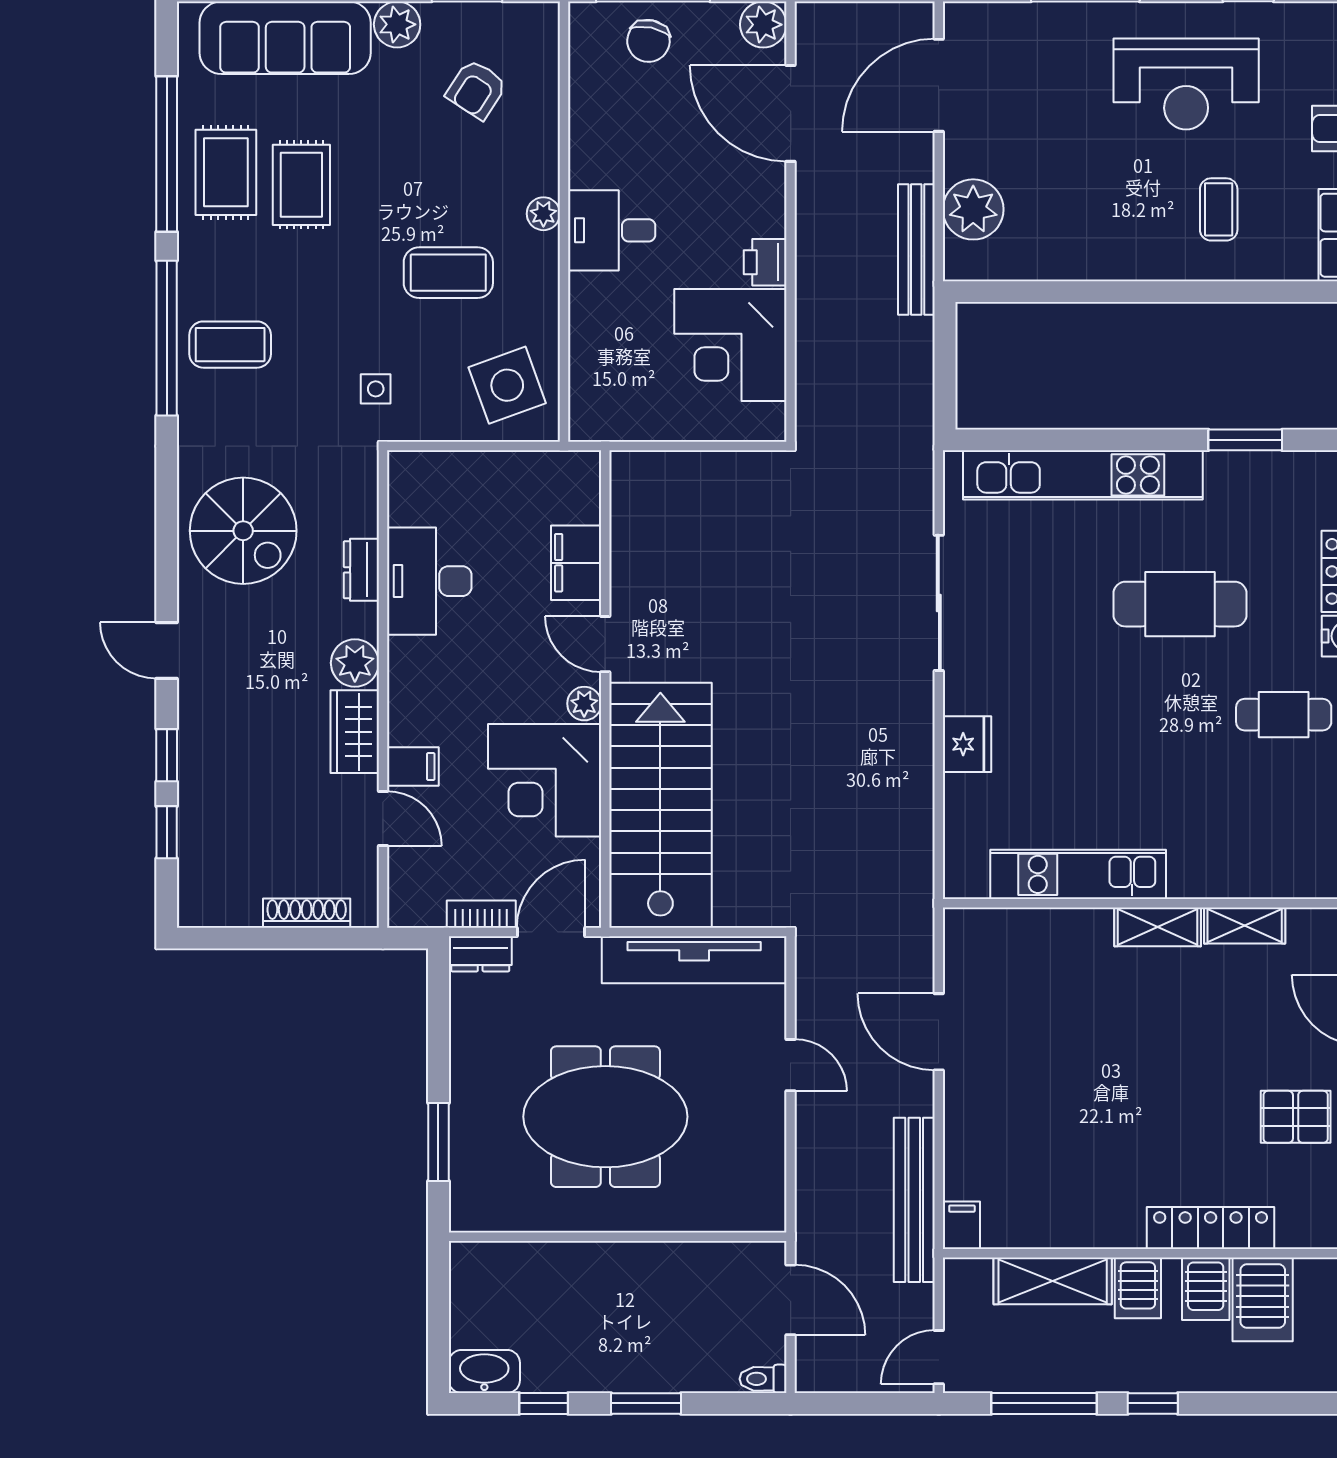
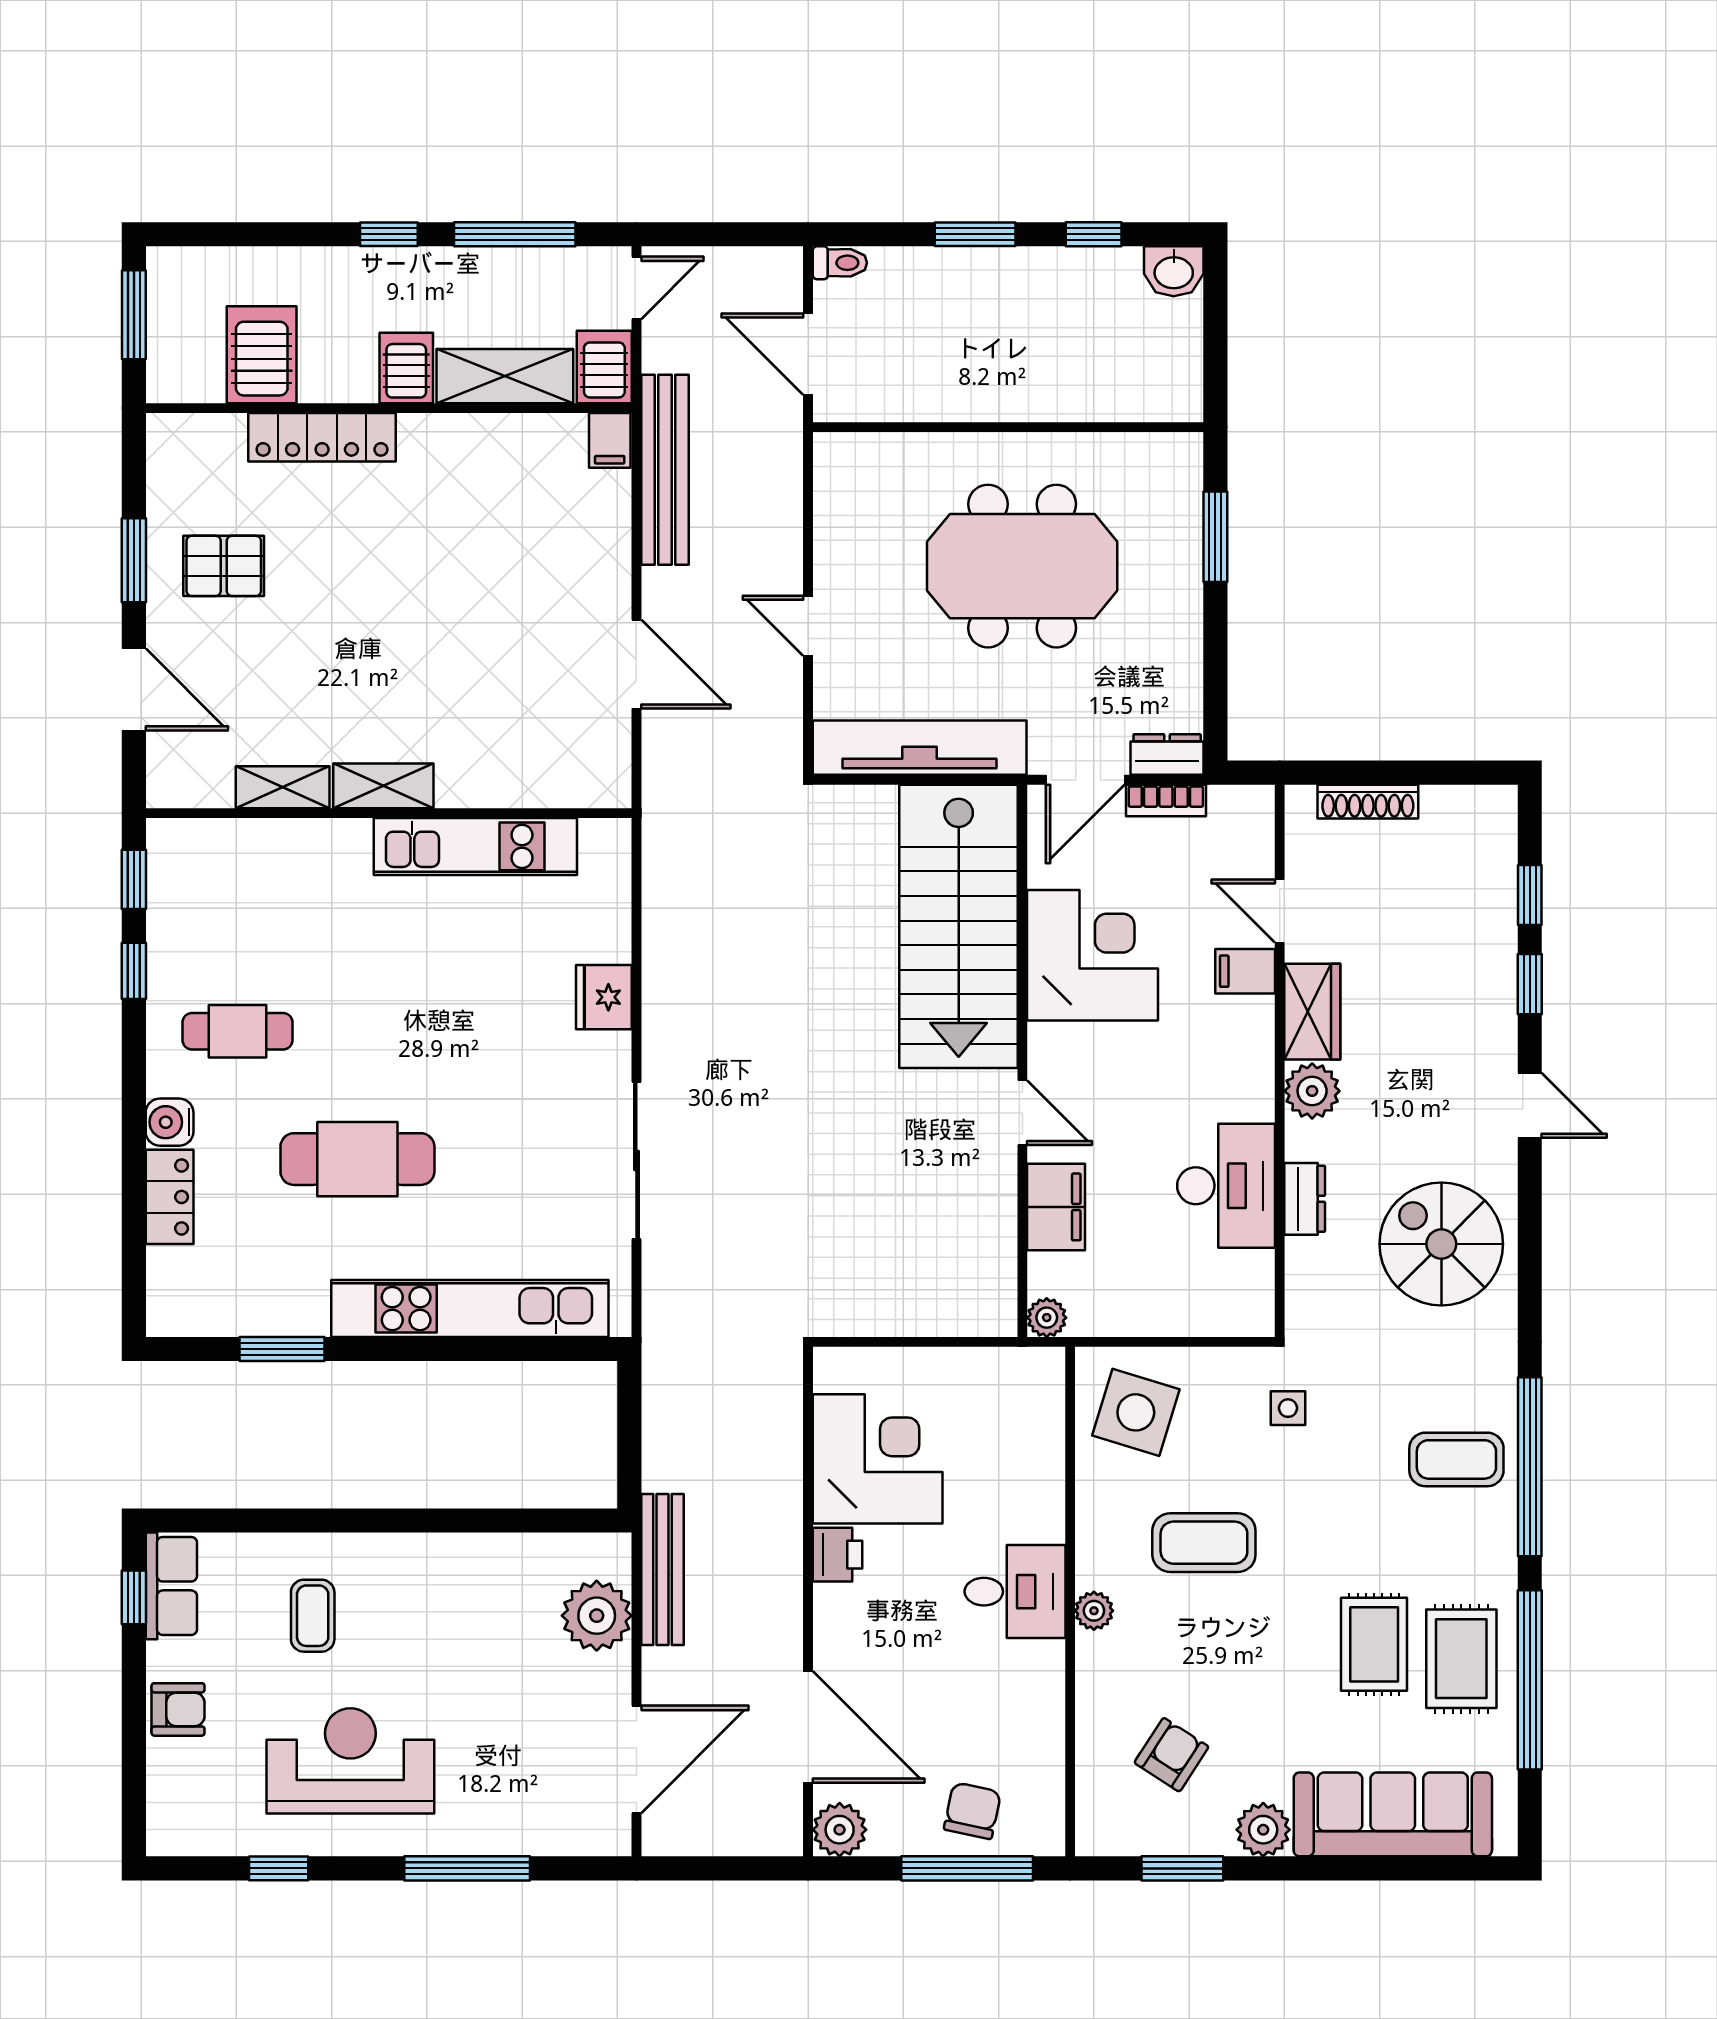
side table: (507, 385) -> (1136, 1412), turned 37
plant: (584, 704) -> (1047, 1318), moved
server rack: (1206, 1289) -> (604, 367), moved
washbasin: (484, 1371) -> (1174, 271), width x0.72

